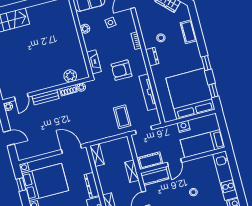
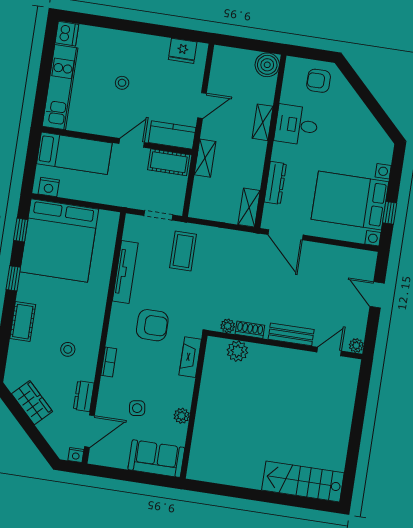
cot: (189, 32) -> (23, 322), moved
dresser: (152, 57) -> (84, 396), moved
nightstand: (184, 126) -> (49, 187), moved
dresser: (92, 185) -> (275, 183), moved

